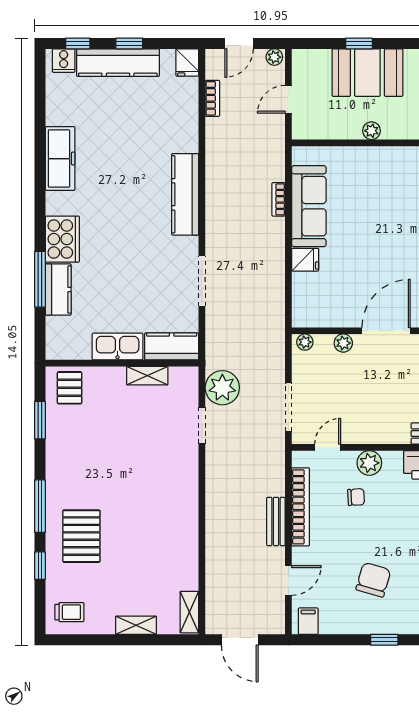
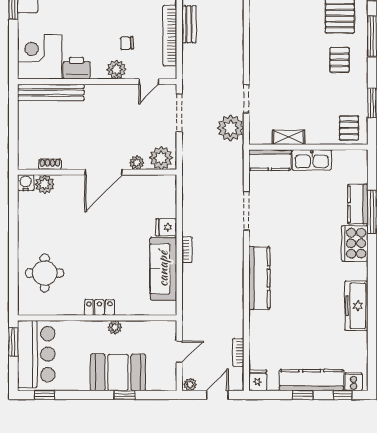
locker: (391, 156) -> (99, 307), added
bookcase: (278, 199) -> (187, 250), moved
plant: (305, 342) -> (161, 158), width x1.88, depth x1.88
pallet: (82, 476) -> (339, 60), added

